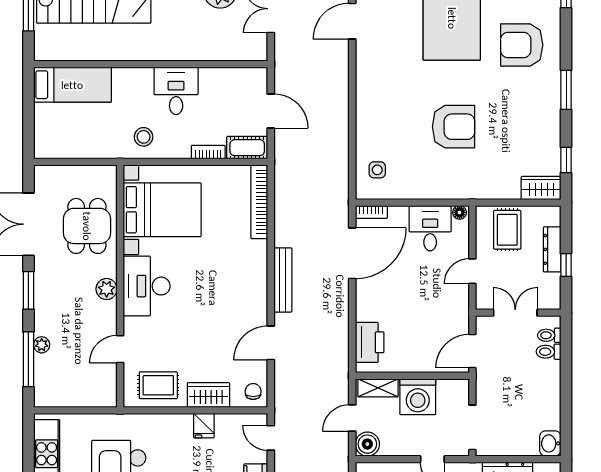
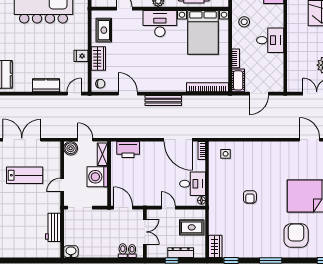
armchair: (453, 127) -> (250, 197), width x0.53, depth x0.53

